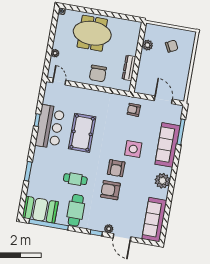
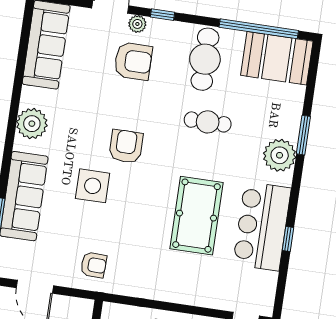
plant: (40, 162) -> (280, 155), added
armchair: (110, 190) -> (133, 61), moved

